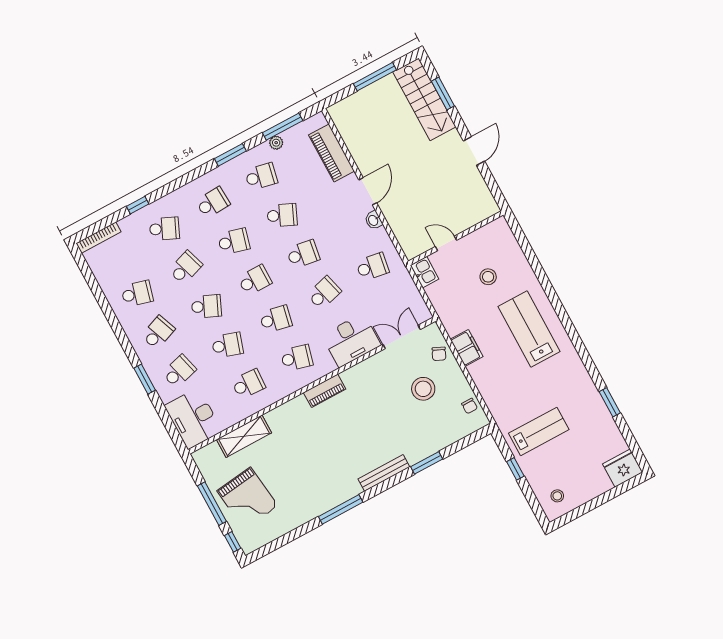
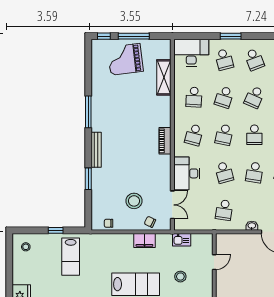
kitchen sink: (425, 272) -> (182, 240), moved

